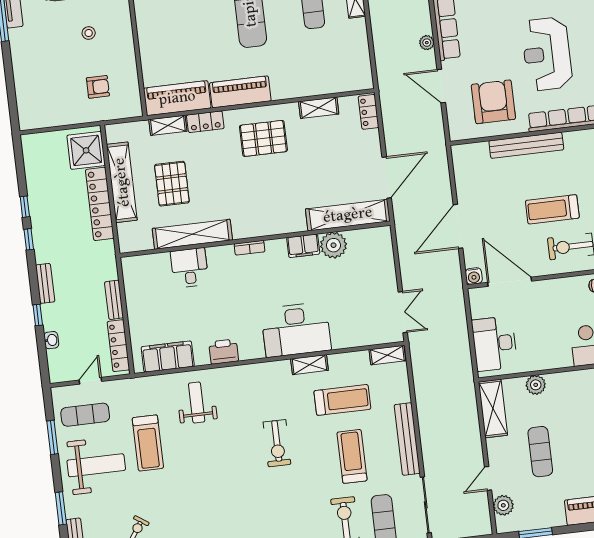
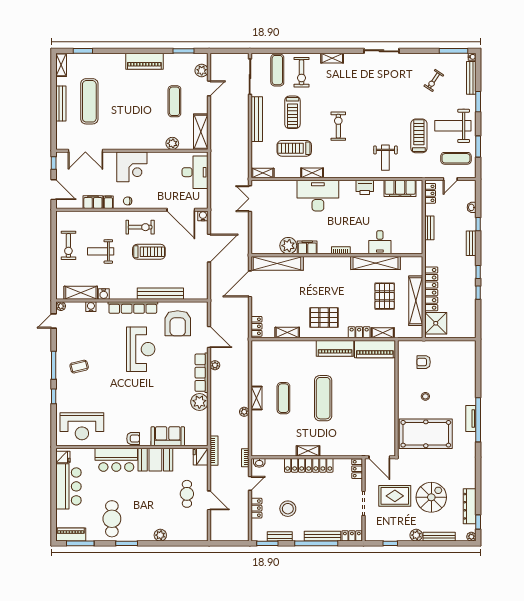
locker: (118, 346) -> (430, 193), width x0.66

